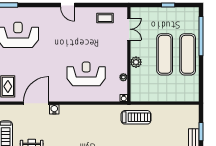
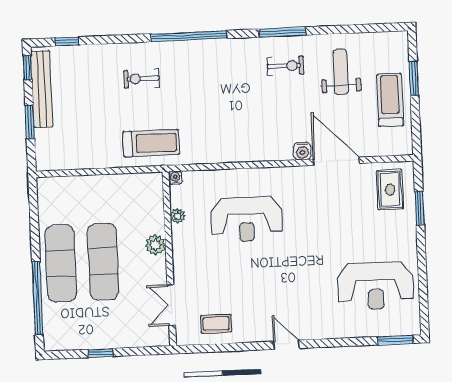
door: (36, 103) -> (336, 161), swing flipped
treadmill: (136, 117) -> (151, 143), turned 180

